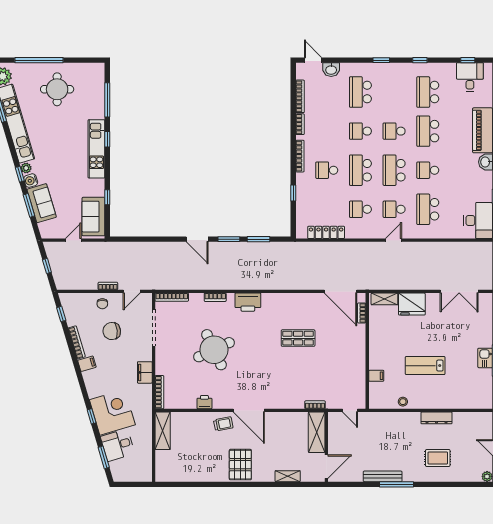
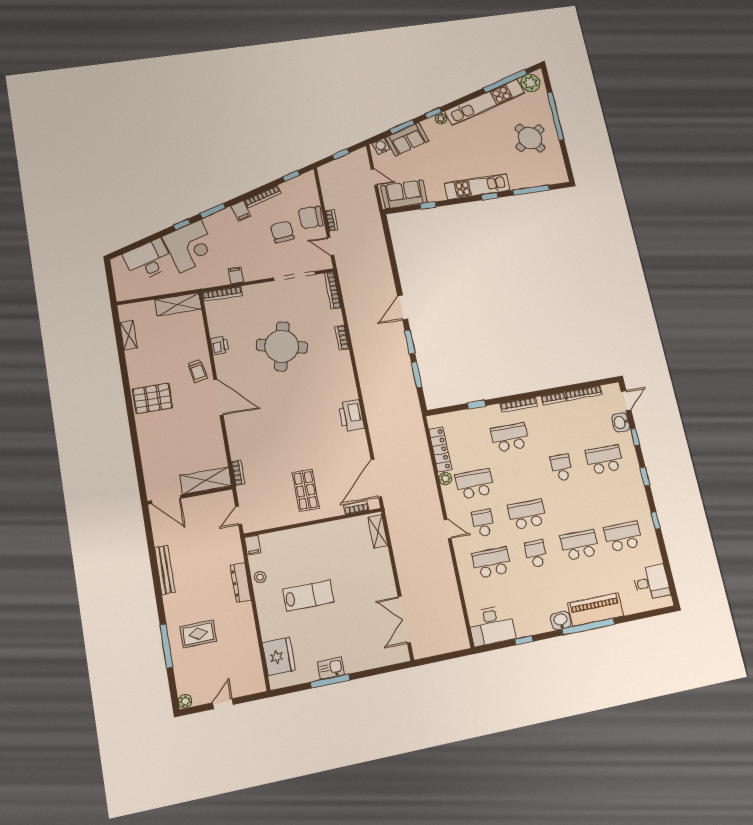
window: (468, 60) -> (635, 437), moved
round table: (57, 89) -> (530, 138), turned -35
school desk: (394, 131) -> (571, 506), removed
school desk: (327, 170) -> (510, 437), width x1.85
school desk: (360, 170) -> (518, 476), removed
water cooler: (31, 181) -> (381, 146), moved
school desk: (360, 209) -> (475, 484), width x1.85
plant: (351, 233) -> (445, 478), added
printer: (248, 302) -> (351, 416), moved
chair: (102, 304) -> (311, 217), width x1.87, depth x1.87
fridge: (412, 304) -> (279, 657), moved, turned 180
shop shelf: (298, 338) -> (306, 490), moved
round table: (214, 350) -> (282, 346), turned 38
lab bench: (425, 366) -> (308, 596), turned 90
filing cabinet: (145, 372) -> (236, 275), width x0.50
filing cabinet: (376, 376) -> (253, 545), moved
door: (249, 410) -> (218, 397), swing flipped
dresser: (436, 418) -> (241, 582), moved
desk: (118, 445) -> (148, 260), width x1.37
window: (104, 457) -> (213, 211), moved
rug: (438, 458) -> (198, 634), turned 90
shelving: (288, 476) -> (128, 335), moved
window: (396, 484) -> (166, 646), moved

